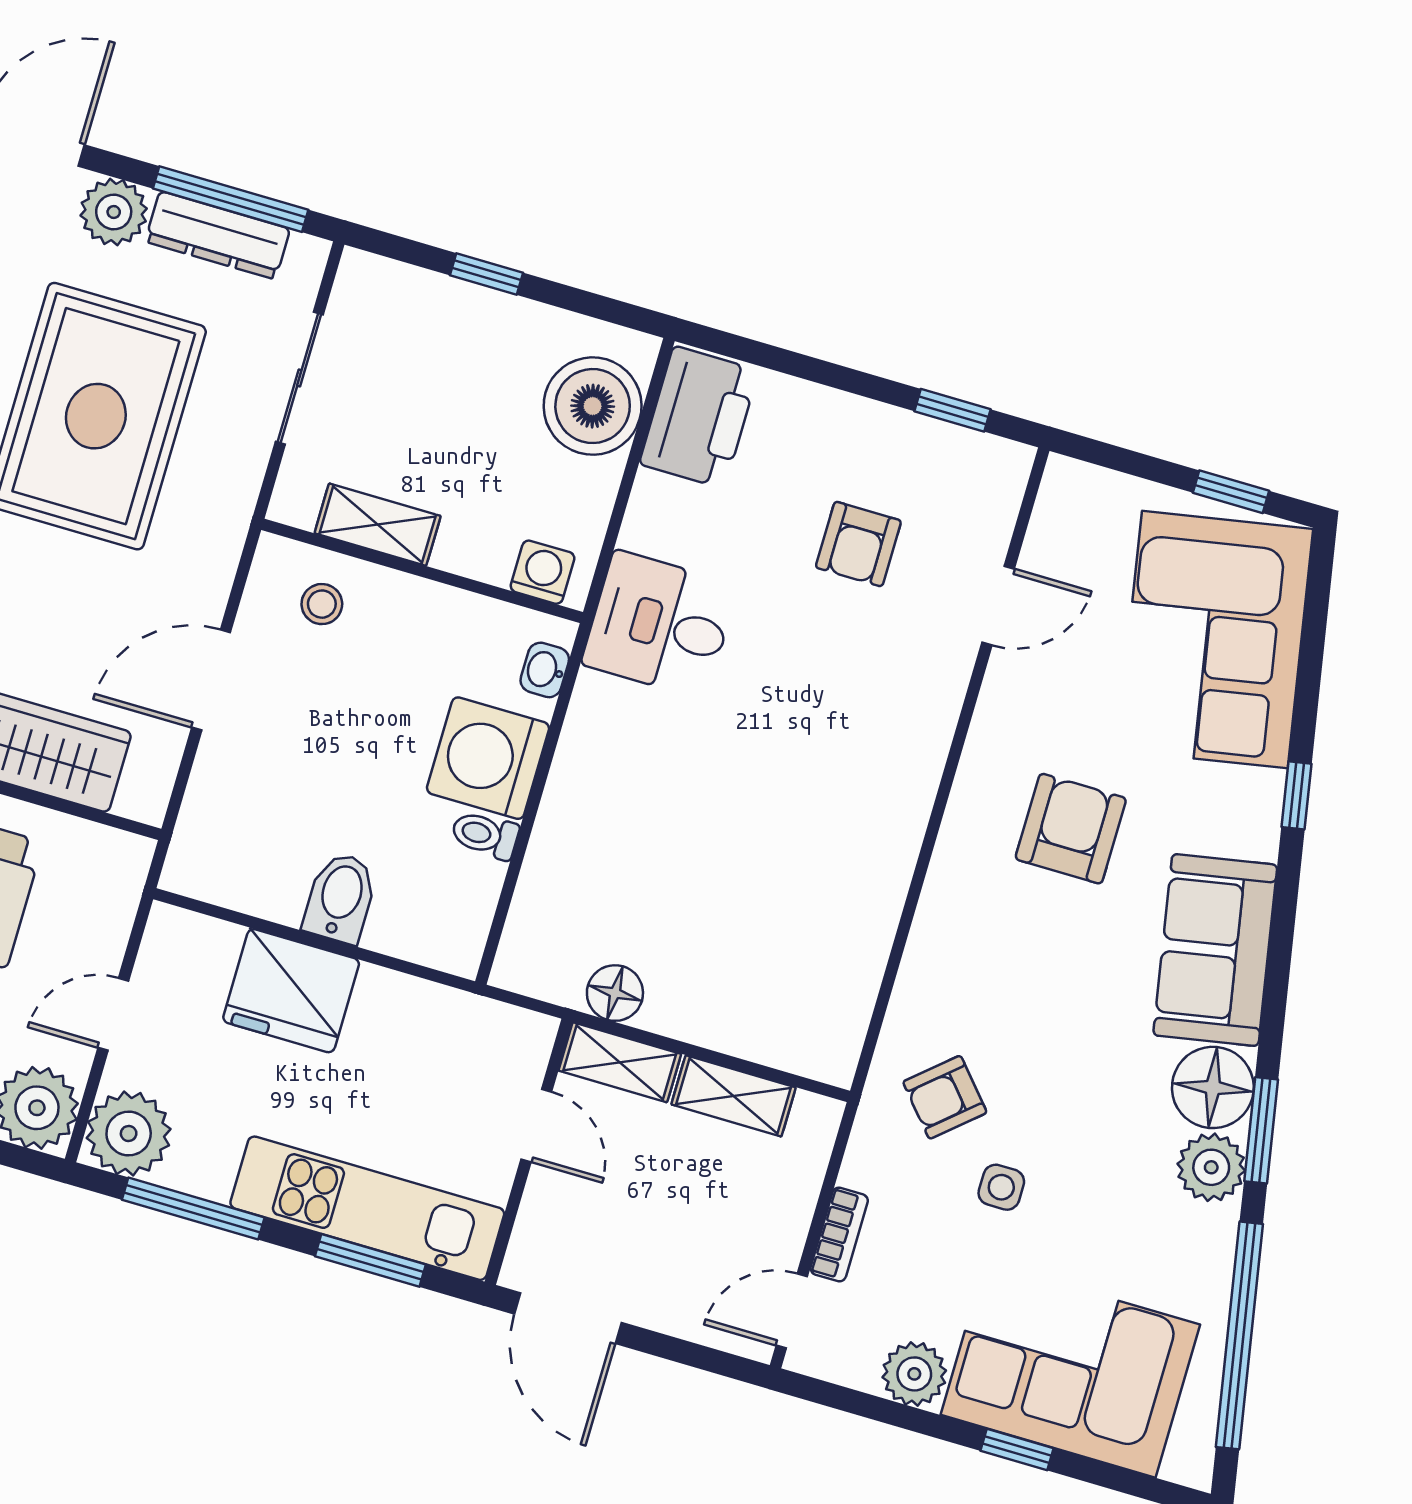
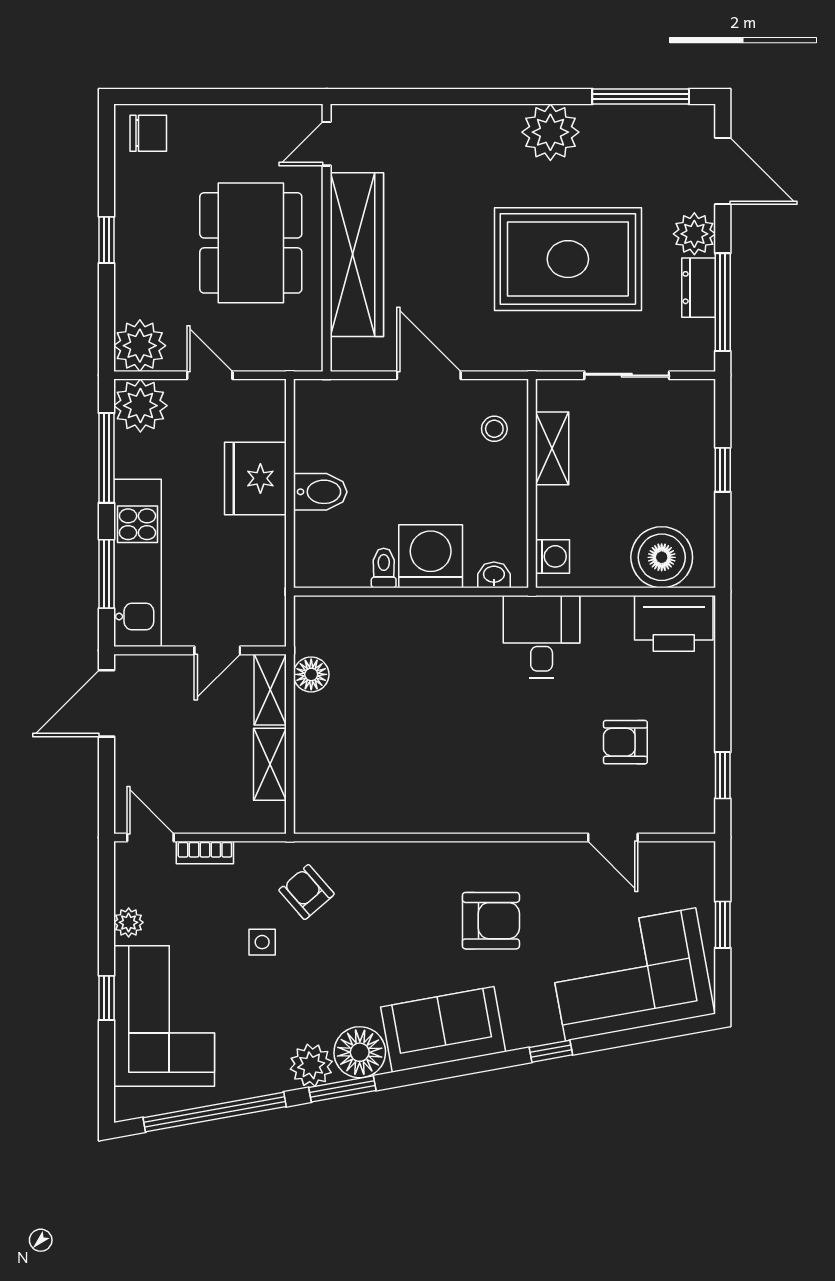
dresser: (218, 235) -> (699, 288), width x0.70
window: (1231, 492) -> (723, 925), moved
plant: (914, 1374) -> (129, 922), width x0.73, depth x0.73

